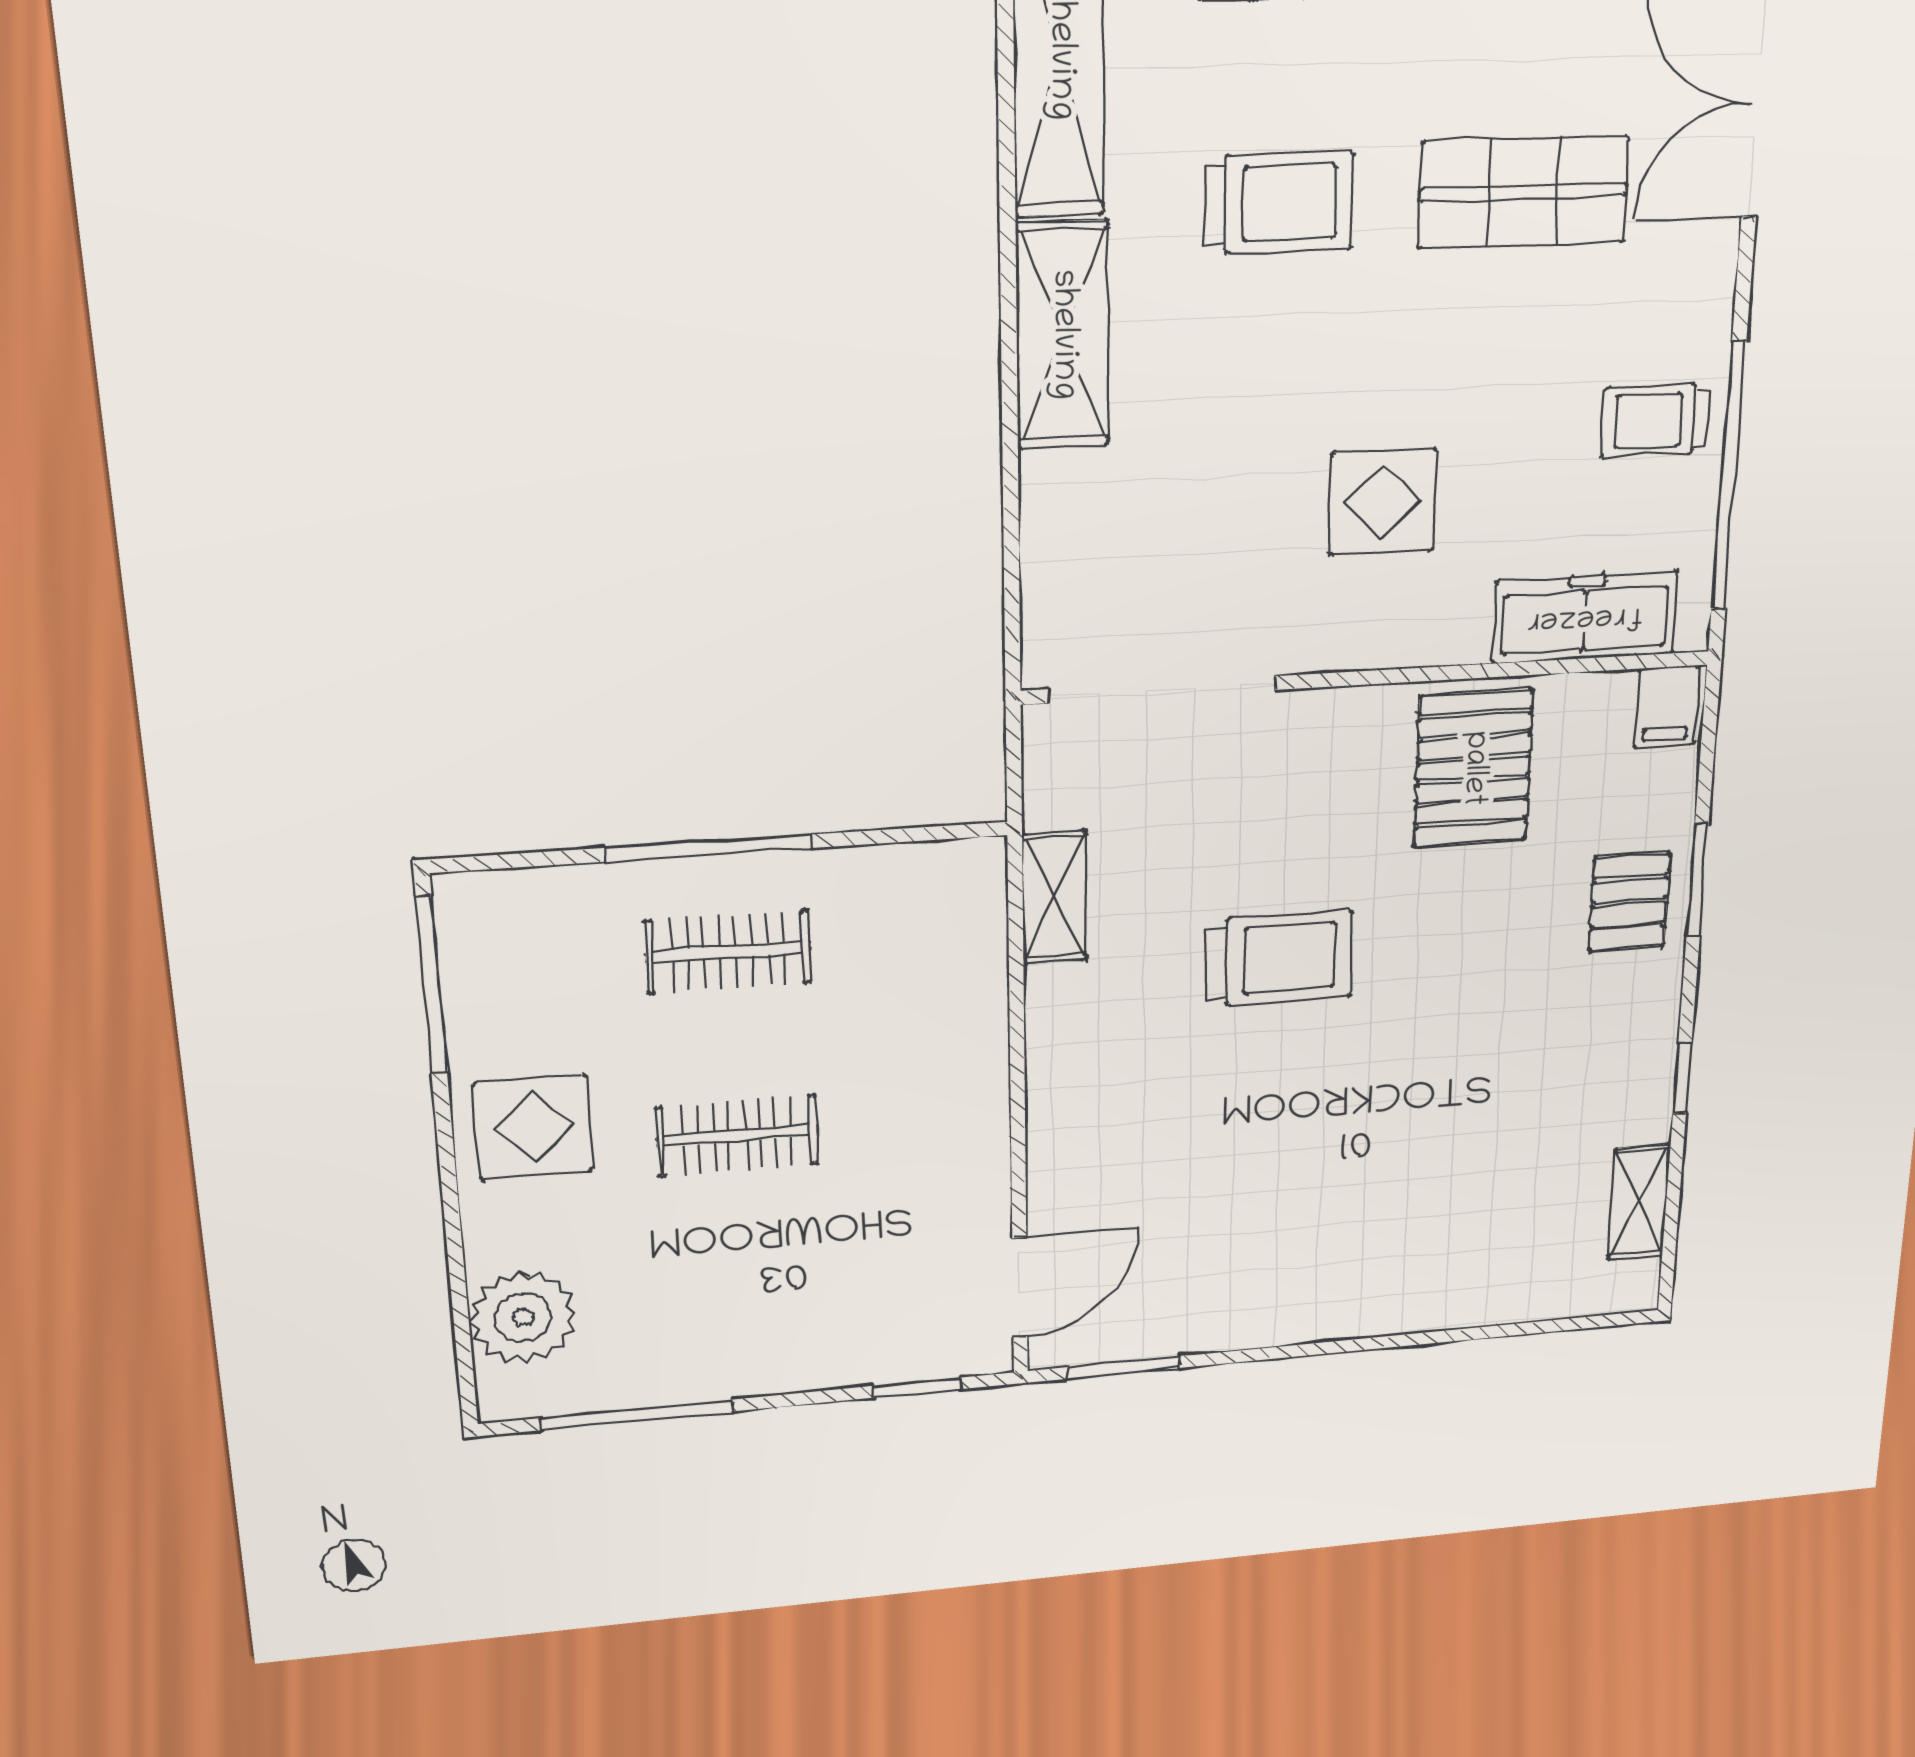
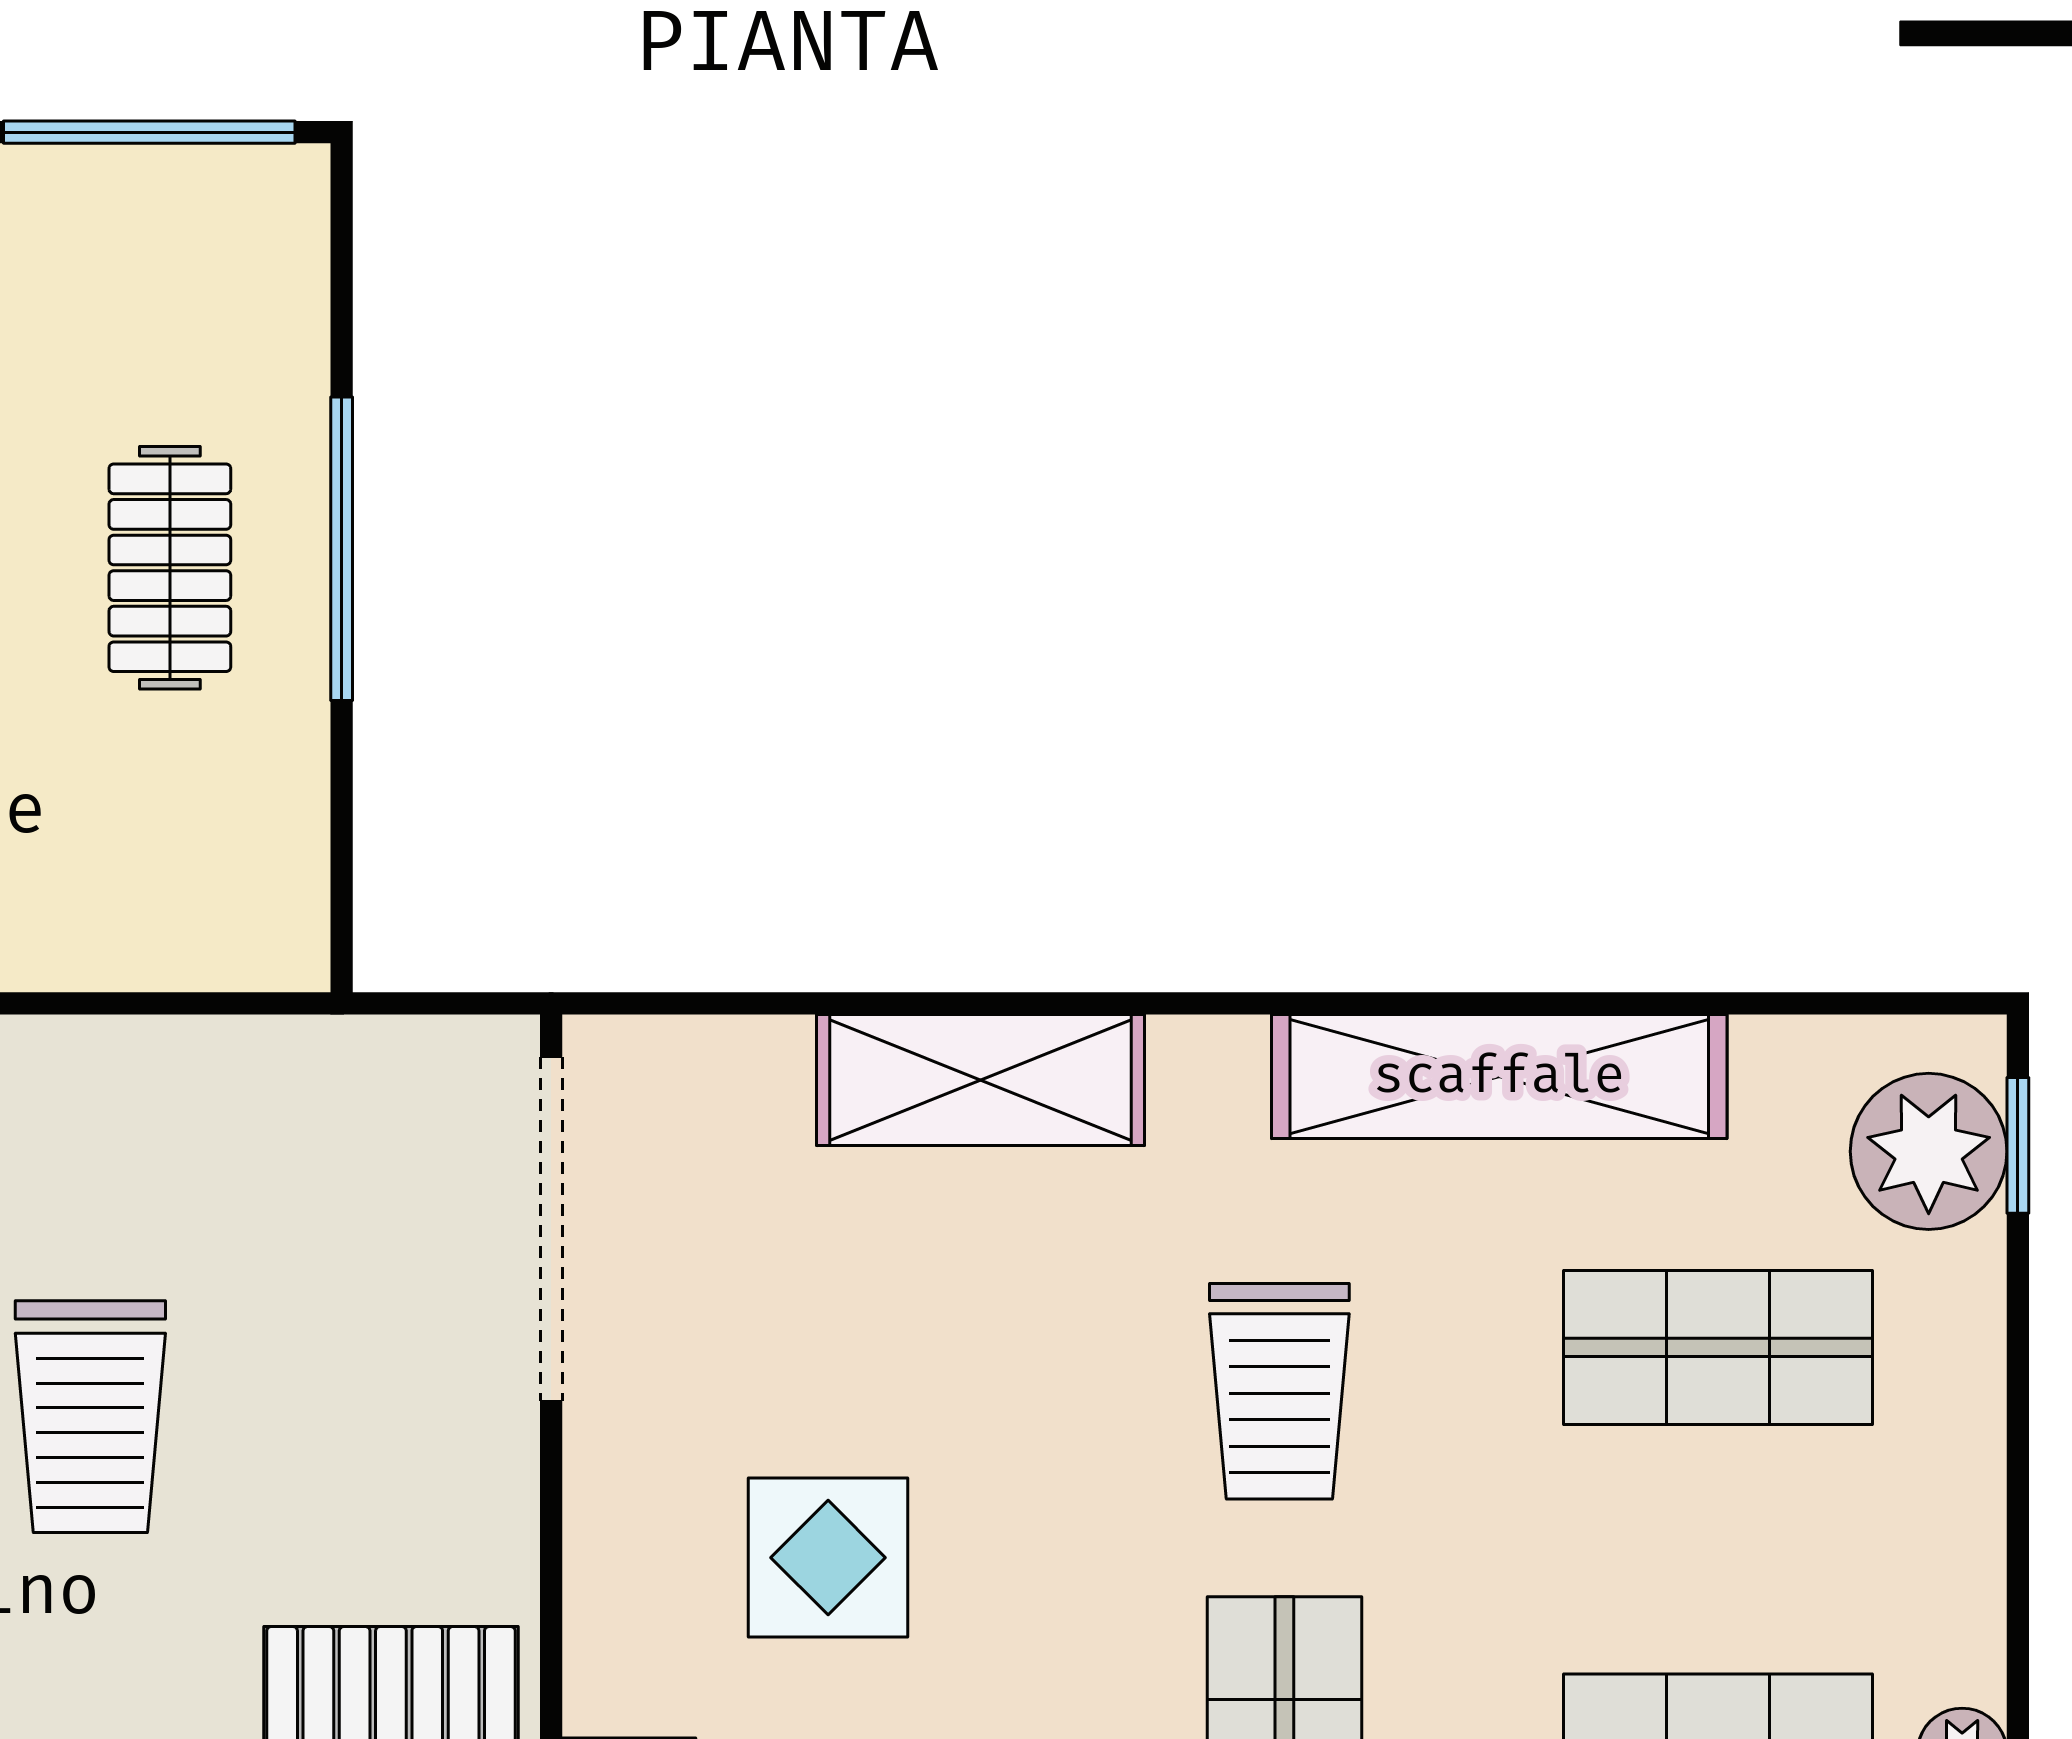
shelving: (1062, 335) -> (981, 1080), moved
shelving: (1054, 897) -> (222, 1063), removed

